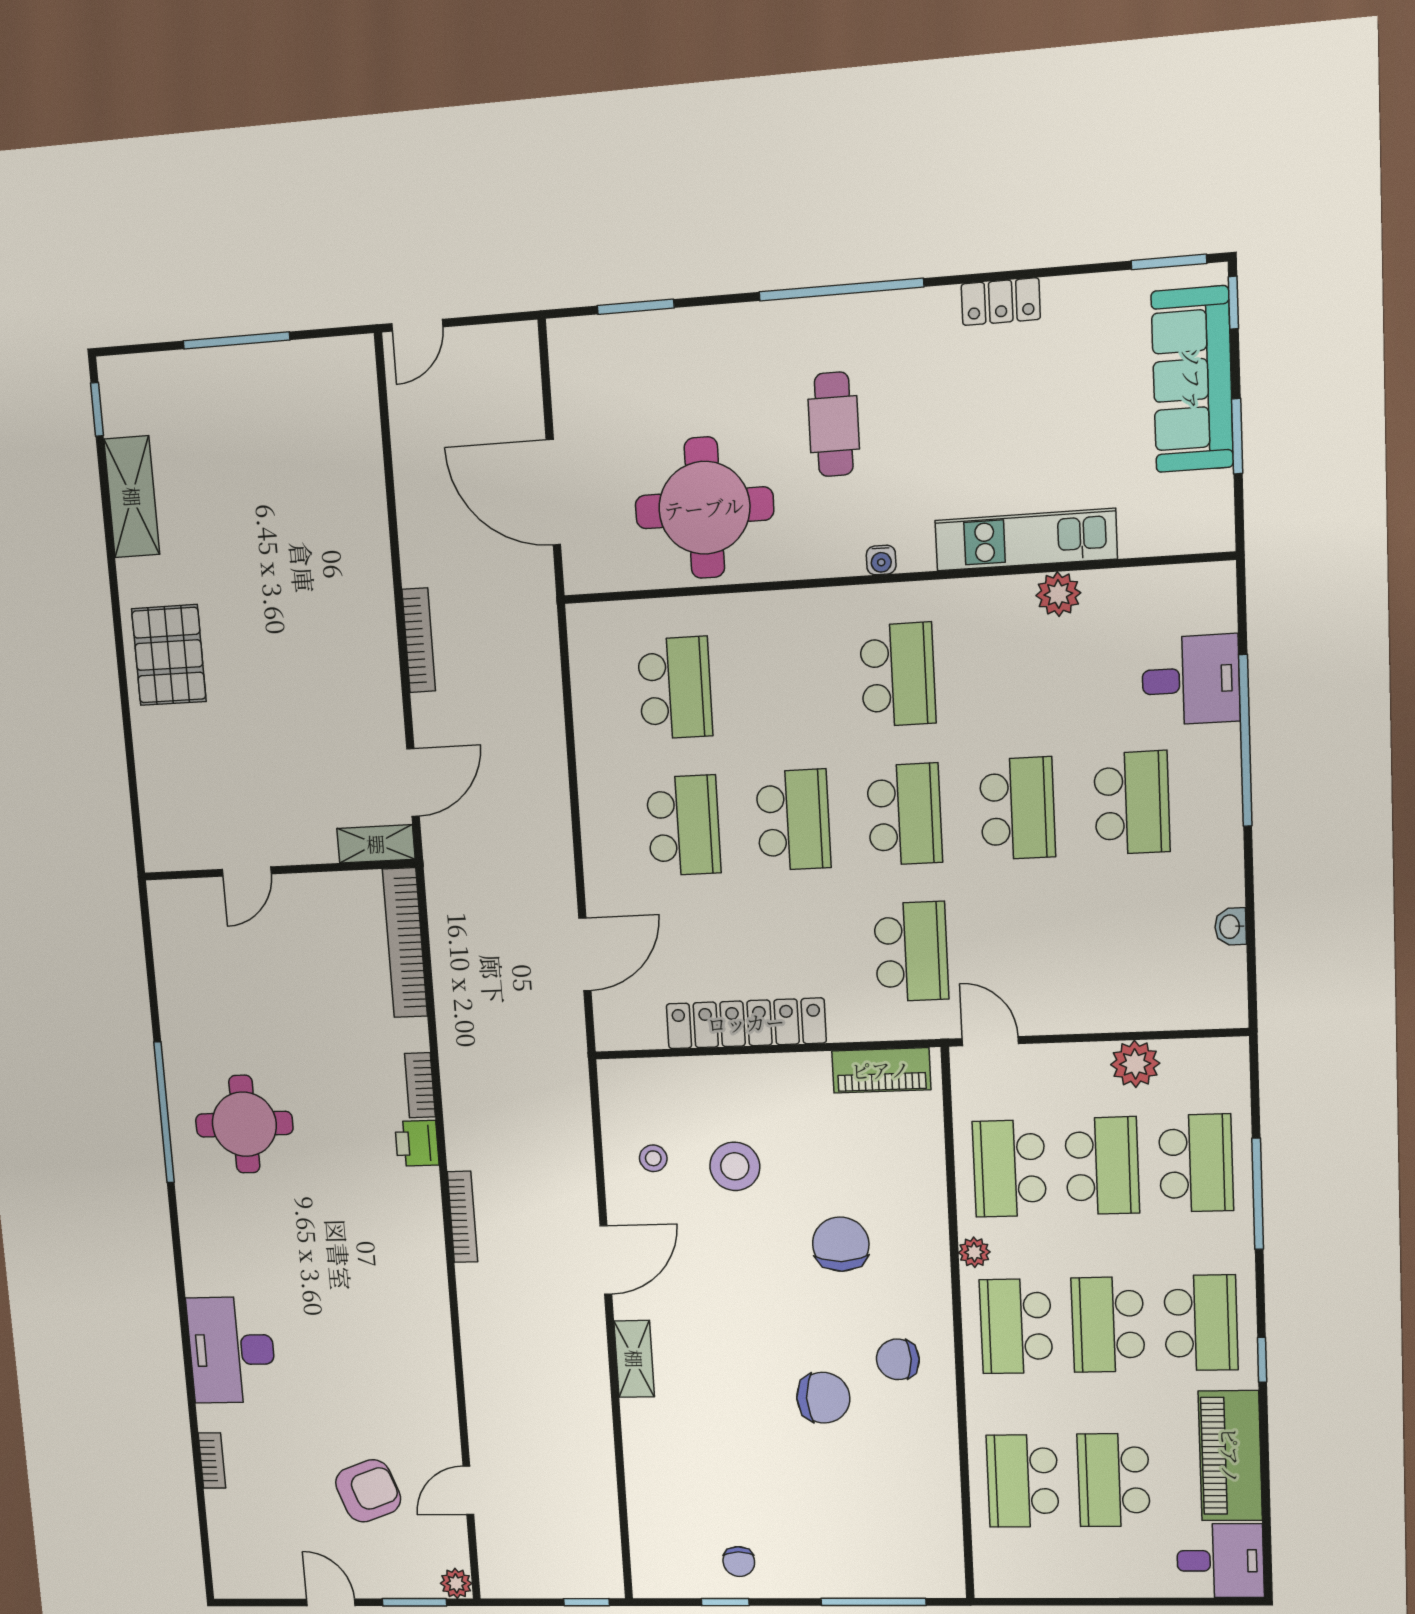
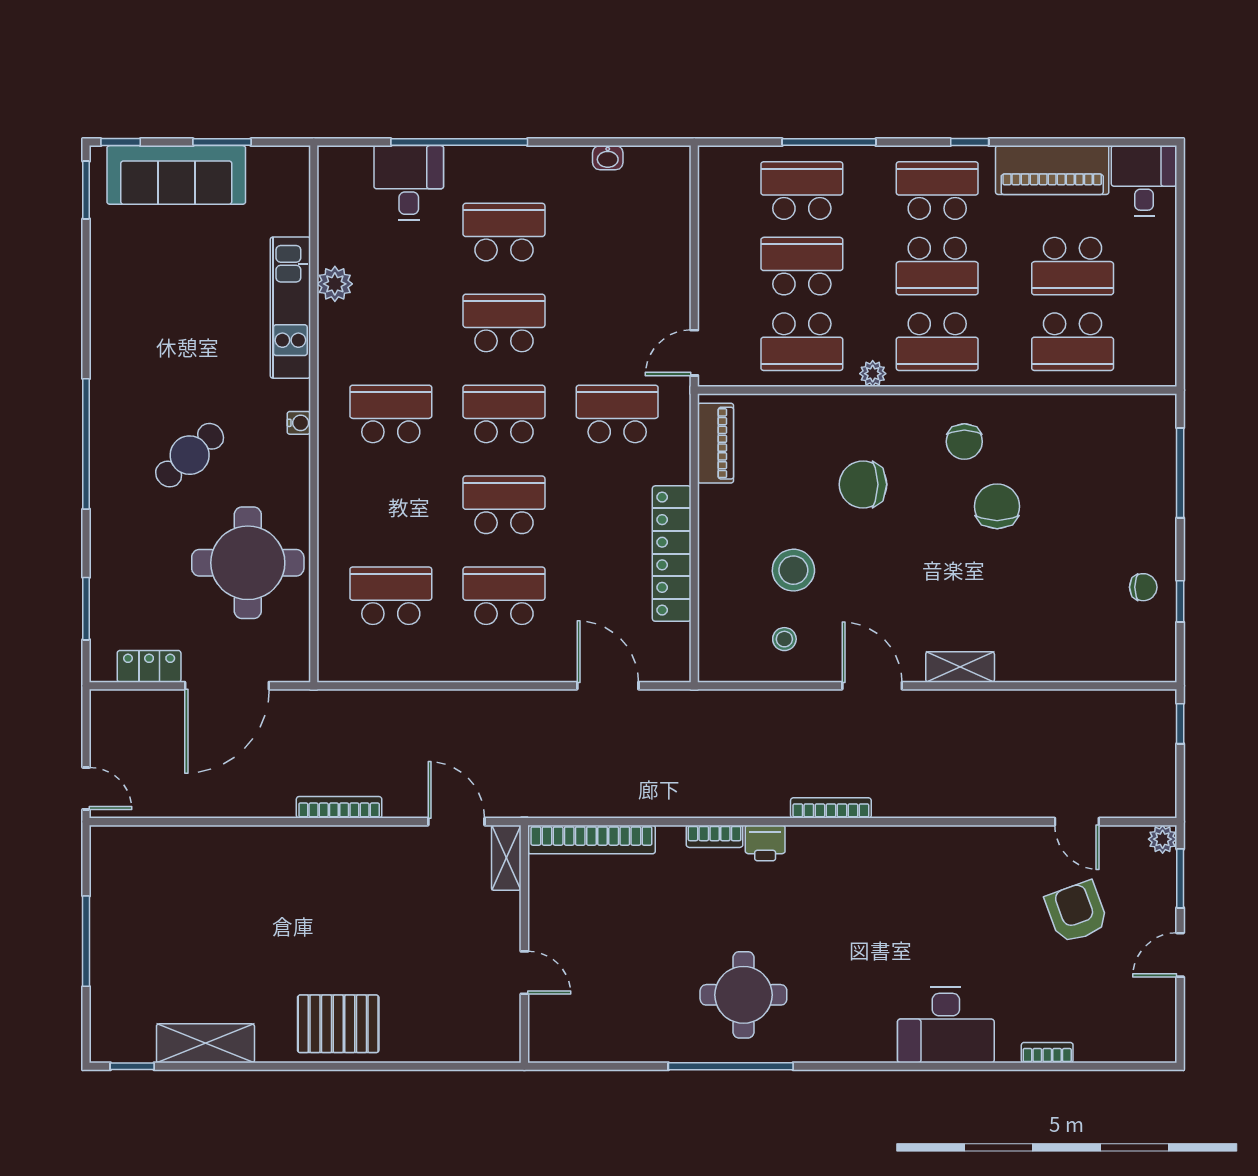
locker: (1001, 302) -> (149, 666), moved, turned -90
cafe table: (834, 424) -> (190, 455), turned -42
plant: (1135, 1064) -> (717, 237), removed

